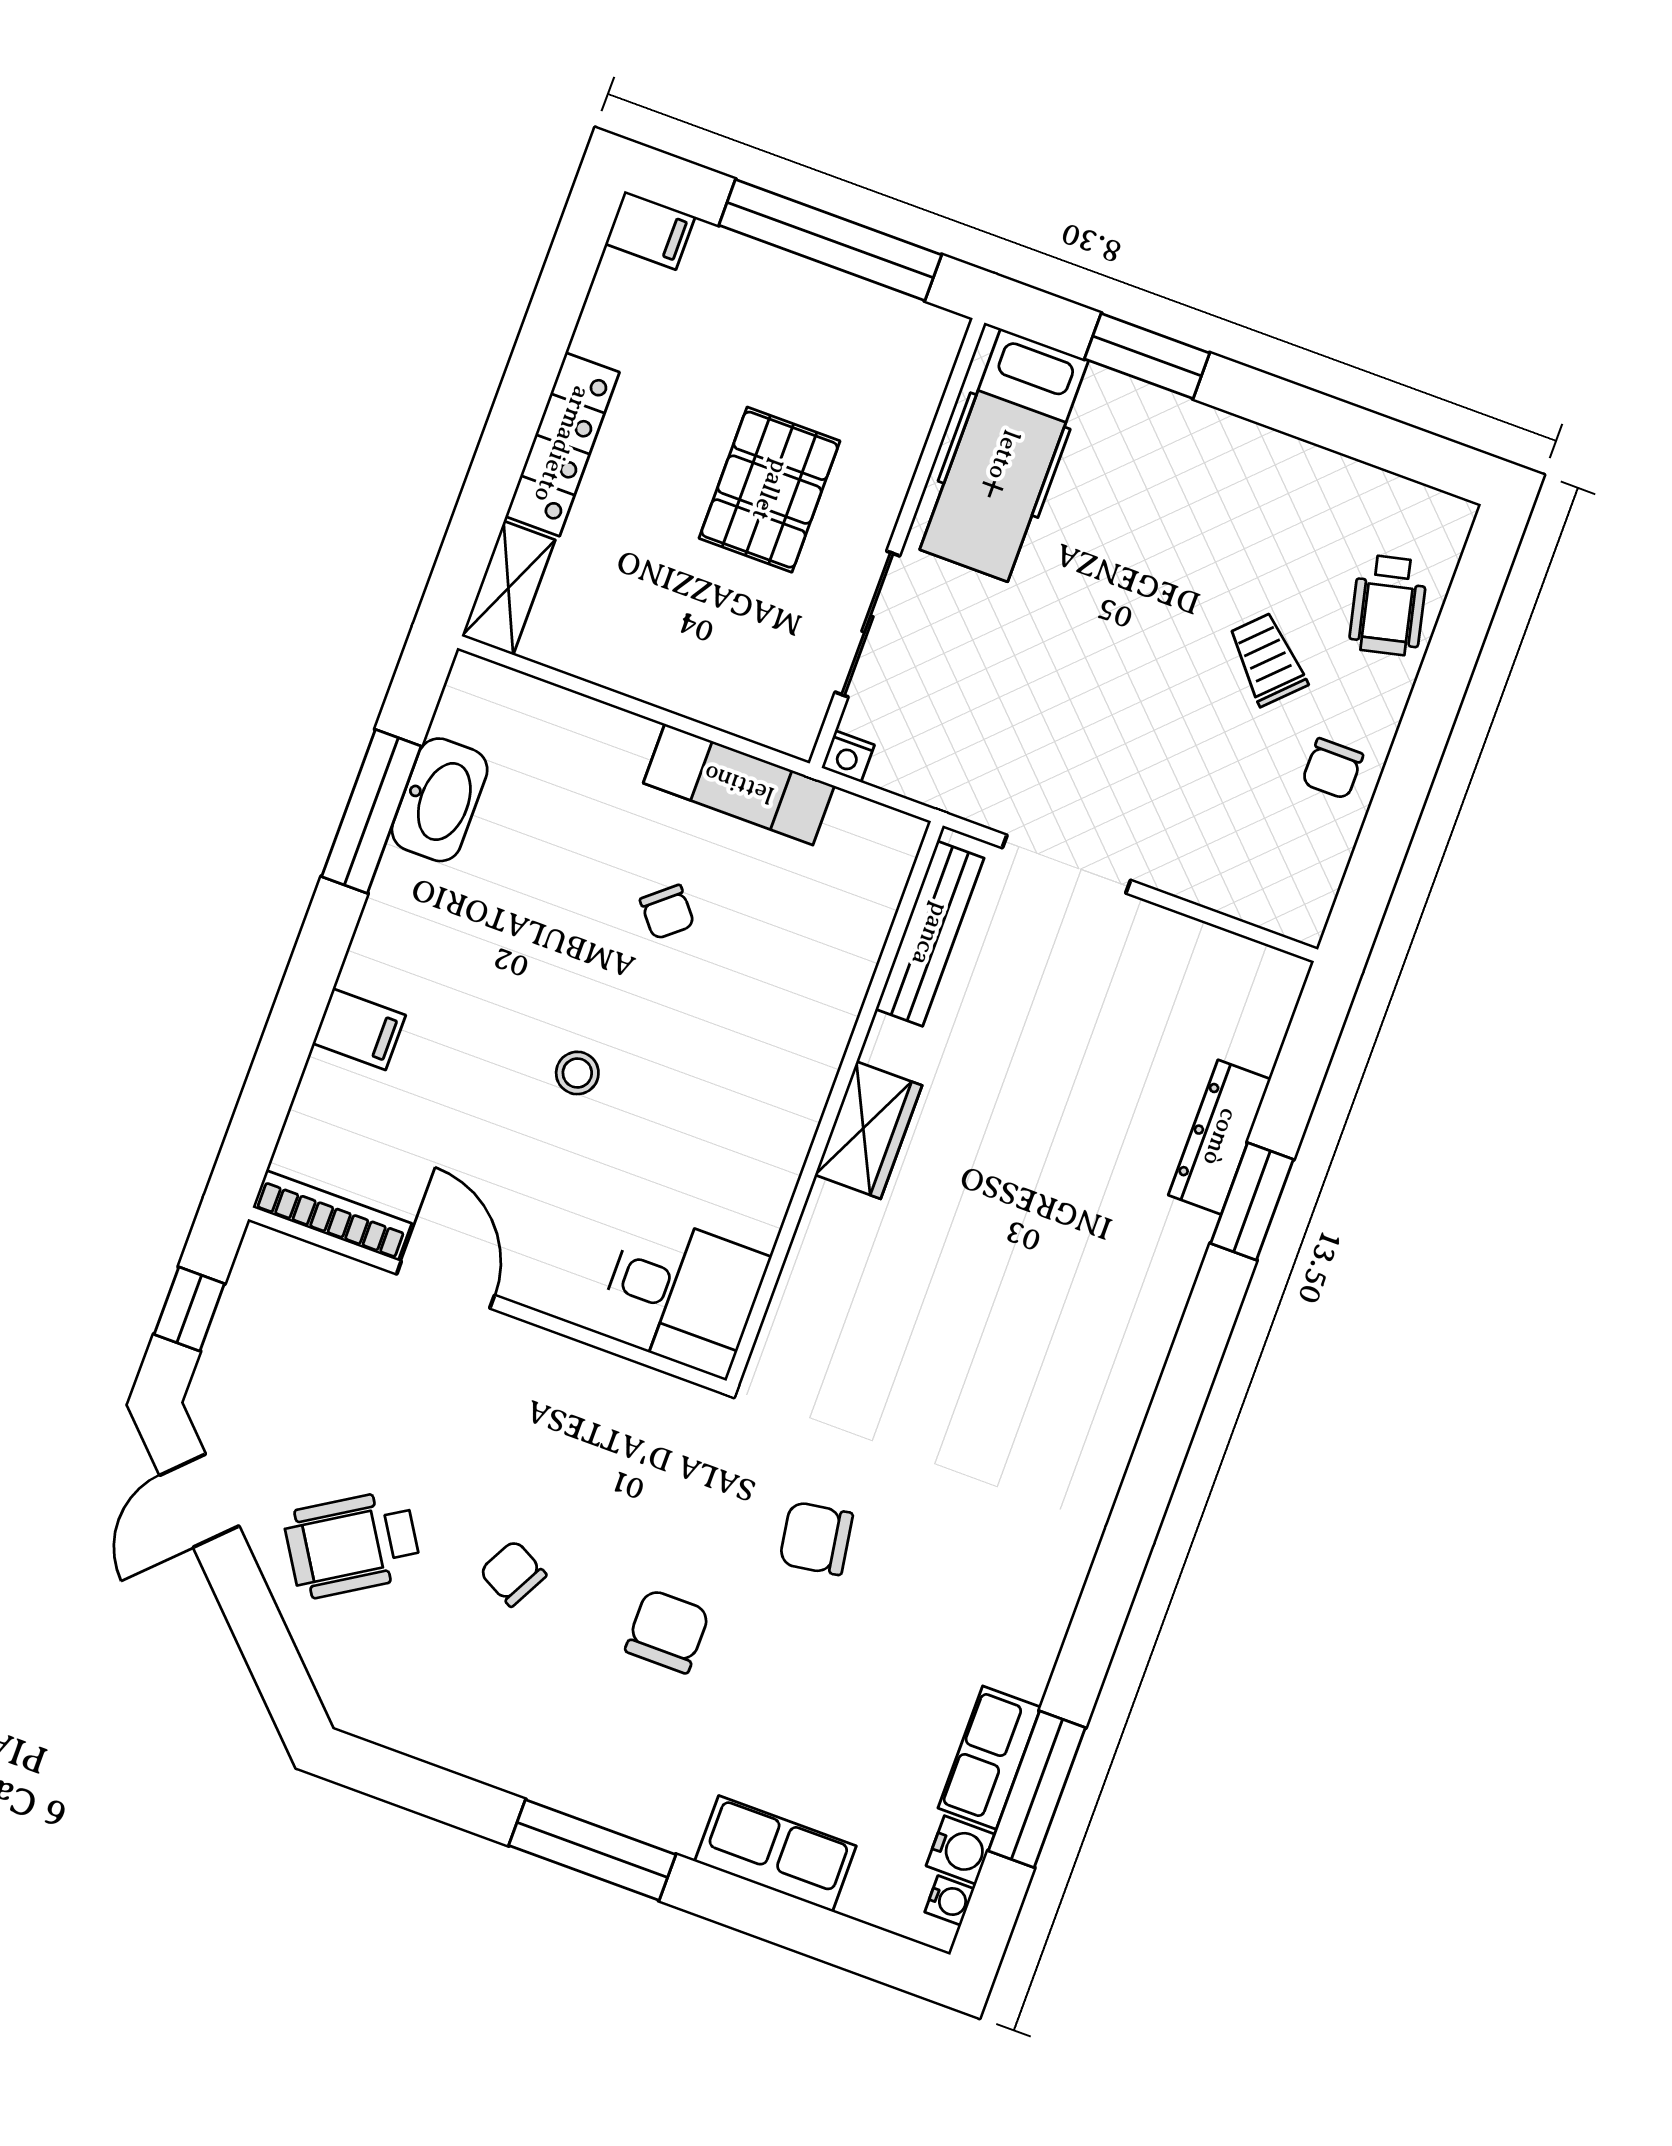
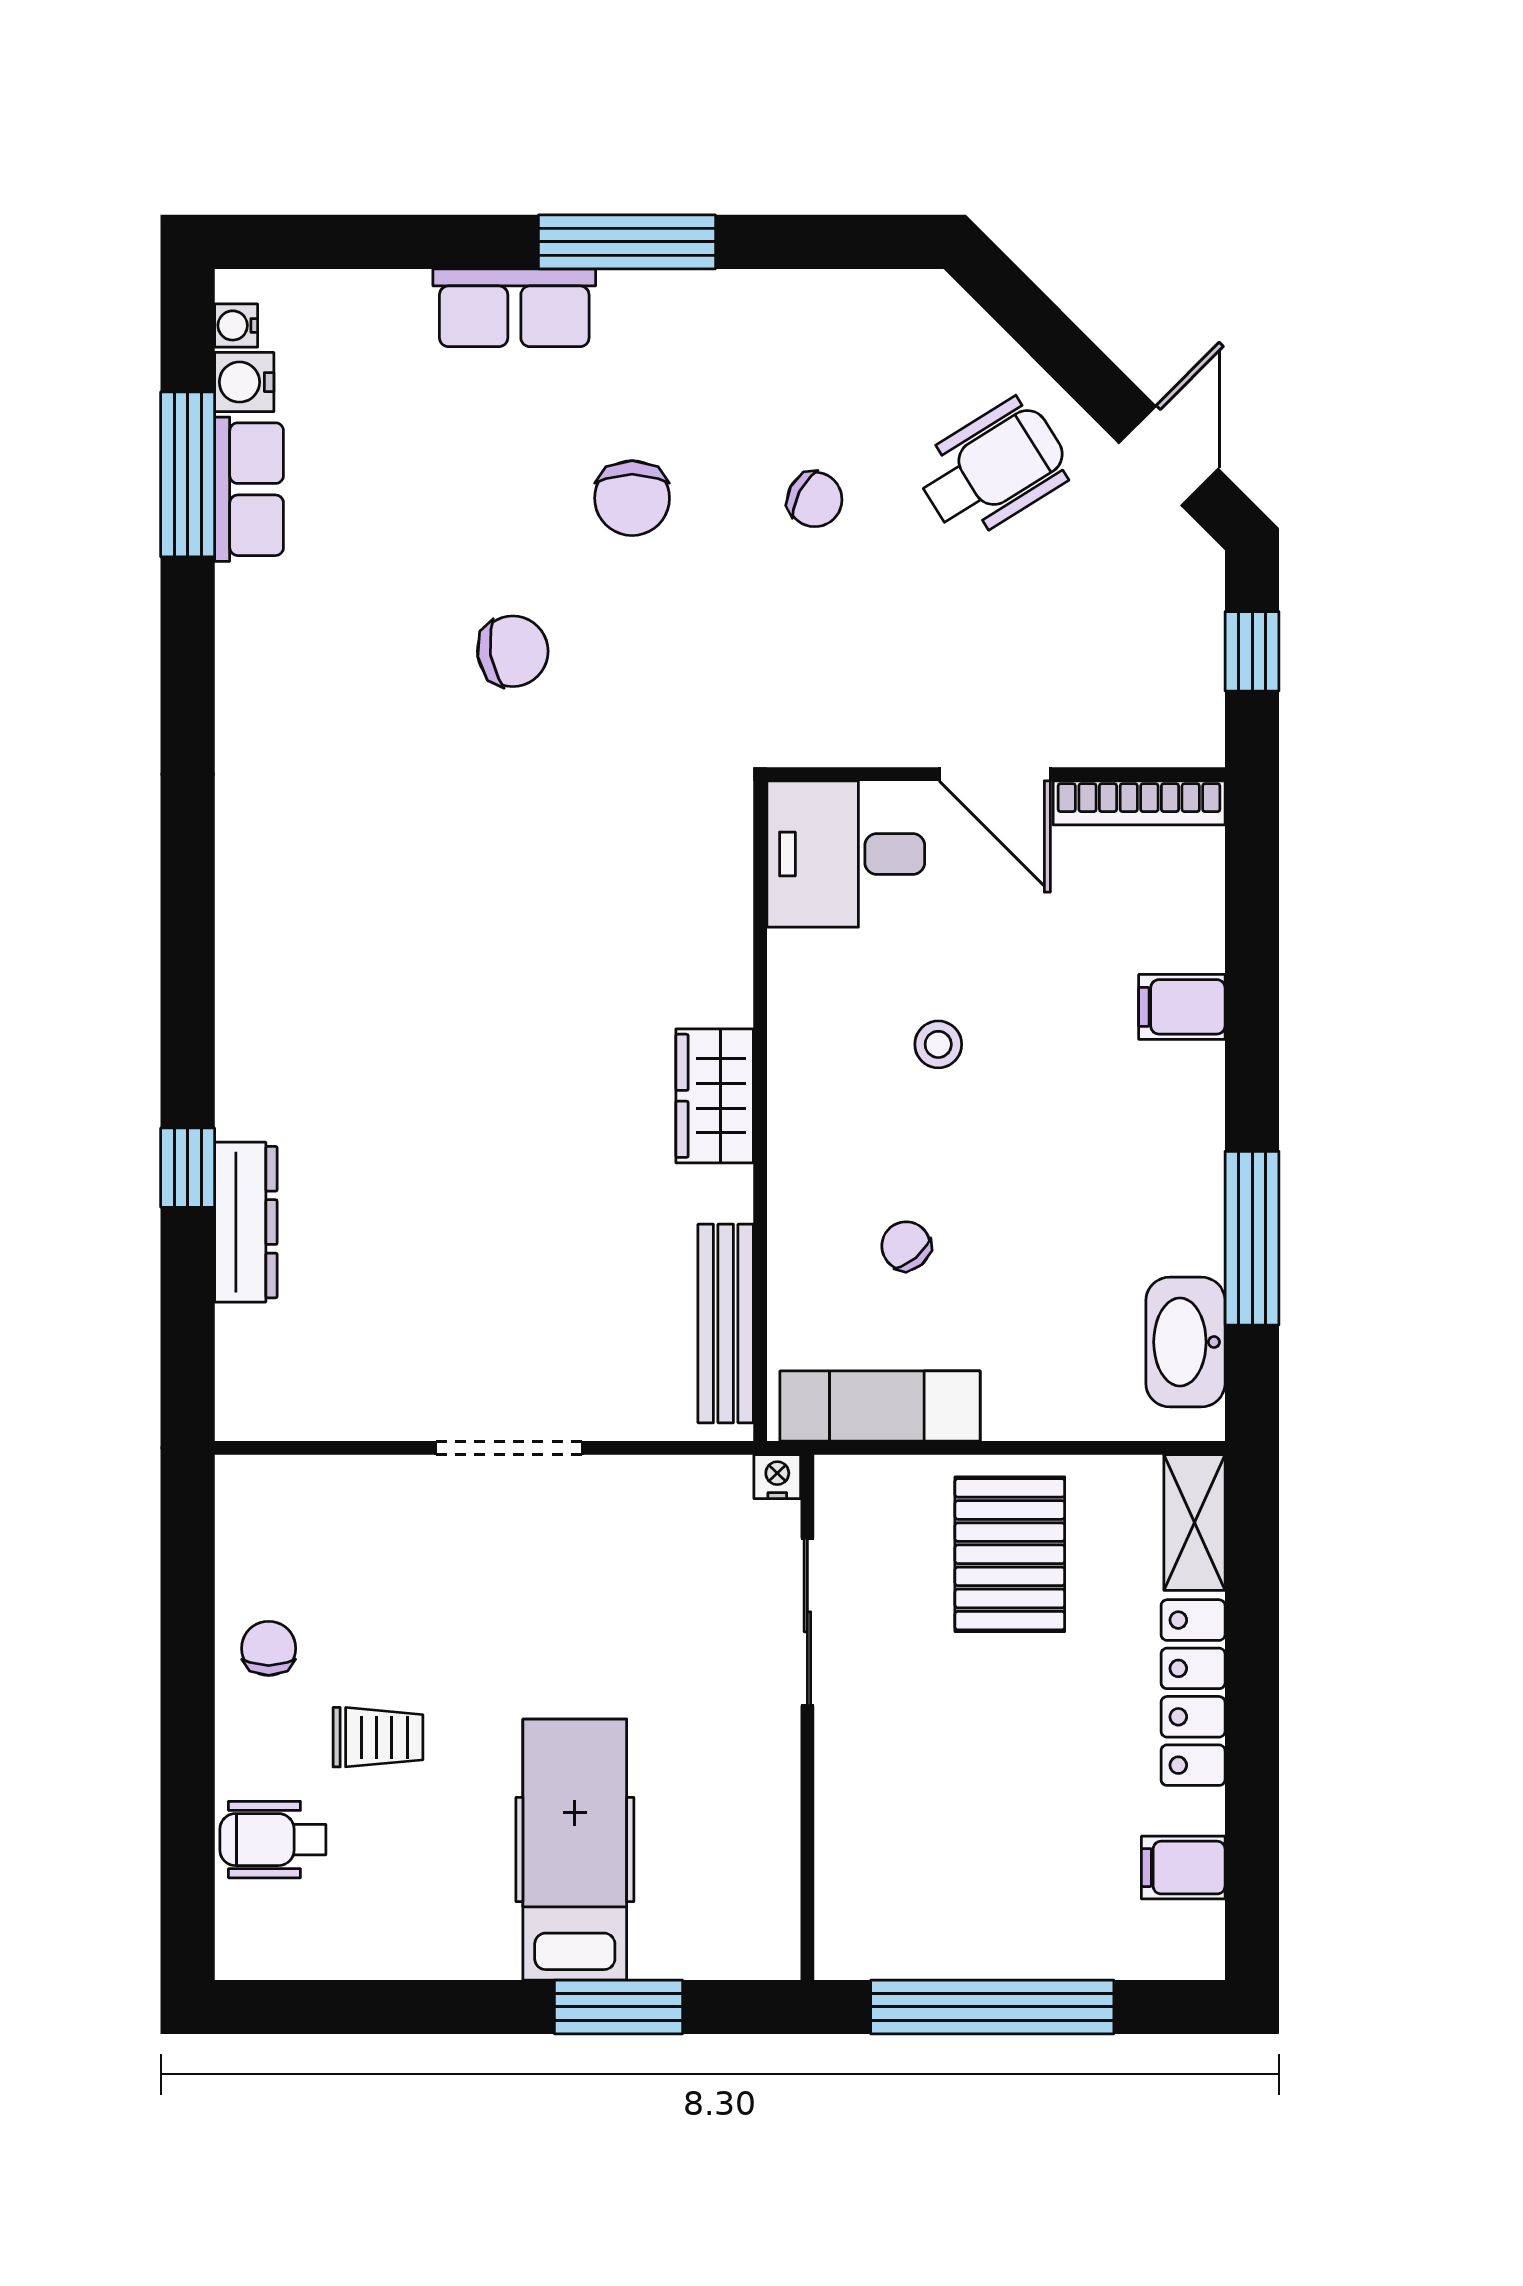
filing cabinet: (650, 230) -> (1183, 1868), moved
hospital bed: (1004, 455) -> (575, 1850), moved
pallet: (770, 490) -> (1010, 1554), moved
wheelchair: (1388, 605) -> (273, 1840), turned -77
trolley: (1267, 659) -> (378, 1737), turned -45
washbasin: (440, 800) -> (1185, 1342), moved
bench: (930, 934) -> (726, 1324), moved
wall: (835, 1103) -> (760, 1111), moved
wardrobe: (869, 1130) -> (715, 1096), moved
window: (1252, 1201) -> (188, 1168), width x0.67
desk: (682, 1294) -> (846, 854), moved
row of seats: (775, 1854) -> (514, 308), moved

